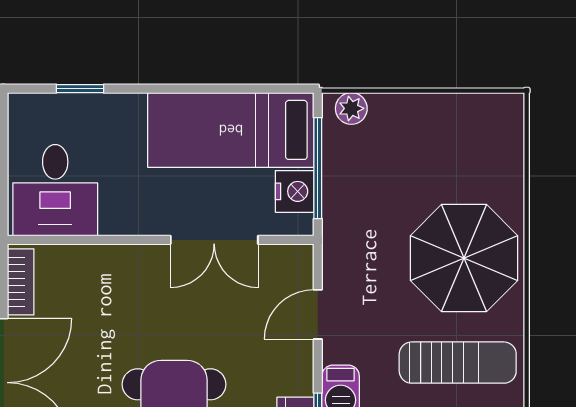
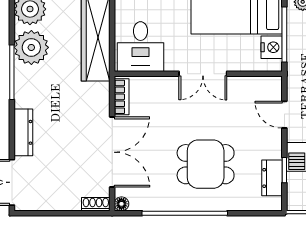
double door: (214, 240) -> (203, 74), moved
door: (318, 314) -> (284, 115), hinge flipped

